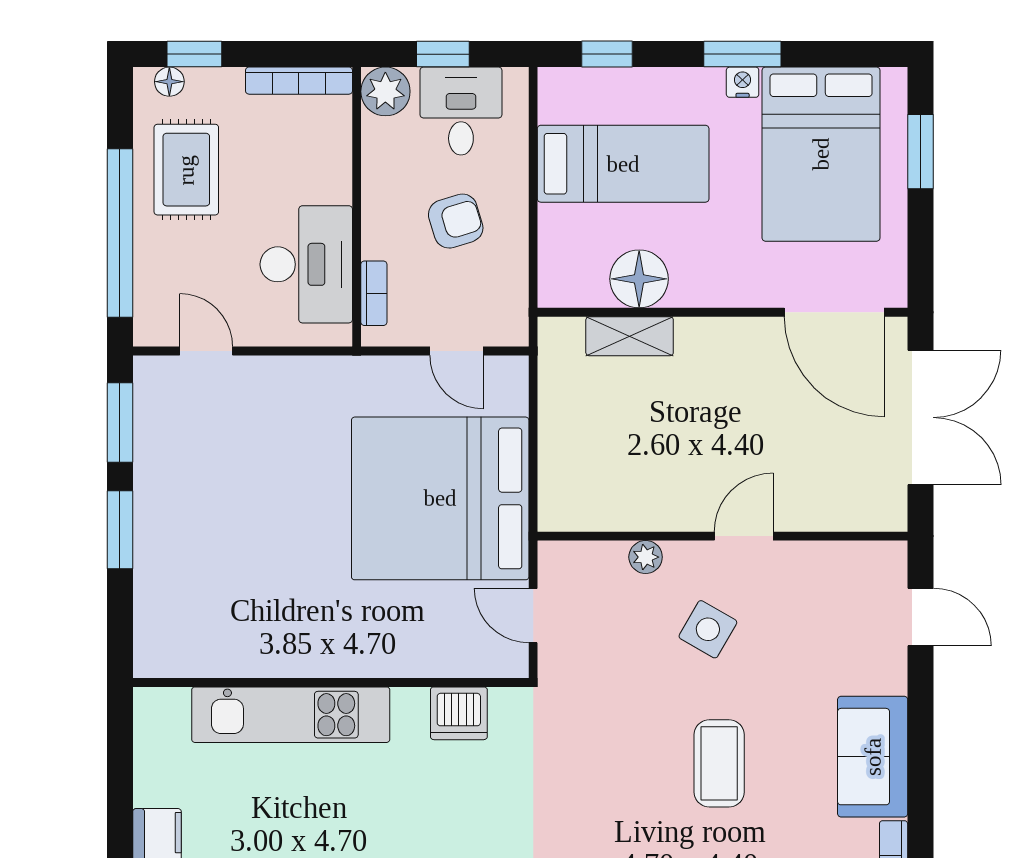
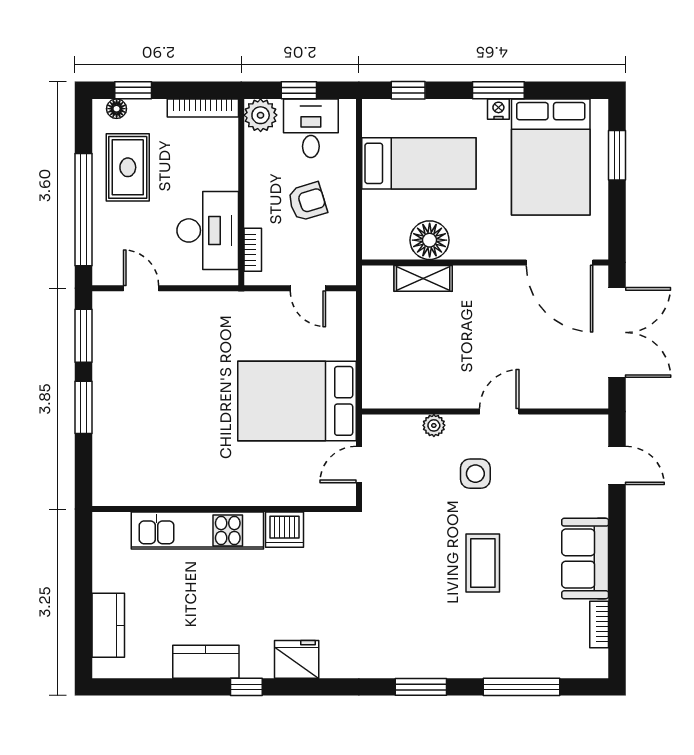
bed: (440, 498) -> (297, 401), width x0.73
door: (533, 616) -> (359, 465), hinge flipped
side table: (708, 629) -> (475, 474), turned -30
dishwasher: (459, 713) -> (285, 530), moved

